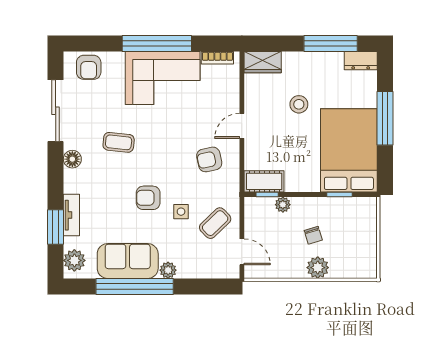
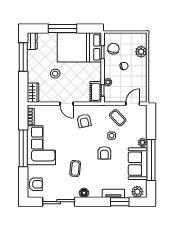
chair: (346, 215) -> (113, 49), added
plant: (318, 268) -> (141, 52), moved

